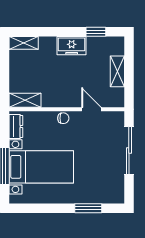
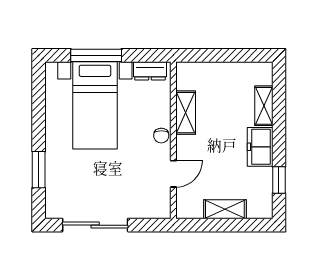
shelving: (24, 43) -> (264, 106), moved
shelving: (25, 100) -> (186, 113), moved
sliding door: (129, 150) -> (95, 225), moved

